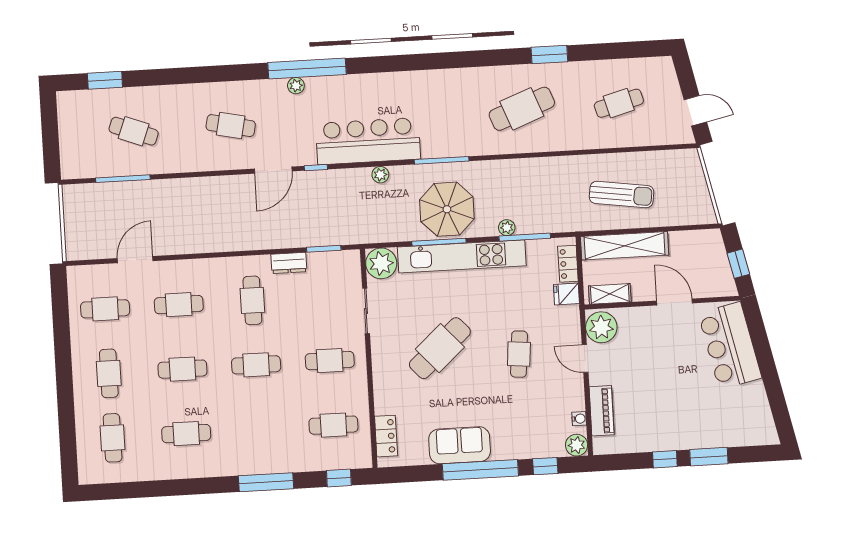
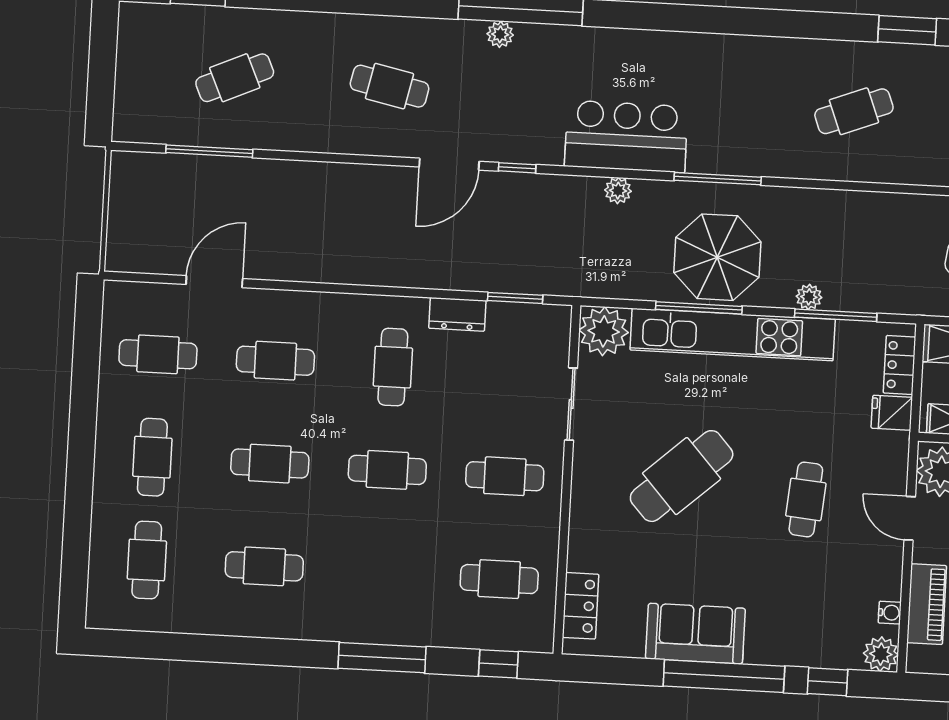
cafe table: (522, 109) -> (854, 111), width x0.73, depth x0.74
cafe table: (134, 131) -> (235, 78), turned -45
bar counter: (368, 141) -> (626, 136), width x0.73

